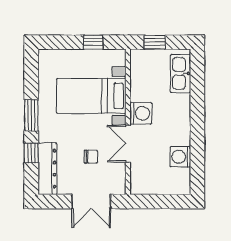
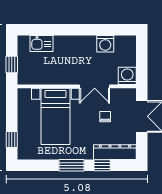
window: (93, 42) -> (12, 140), moved
kitchen sink: (180, 73) -> (41, 44), width x0.73
washing machine: (141, 113) -> (127, 76), moved

